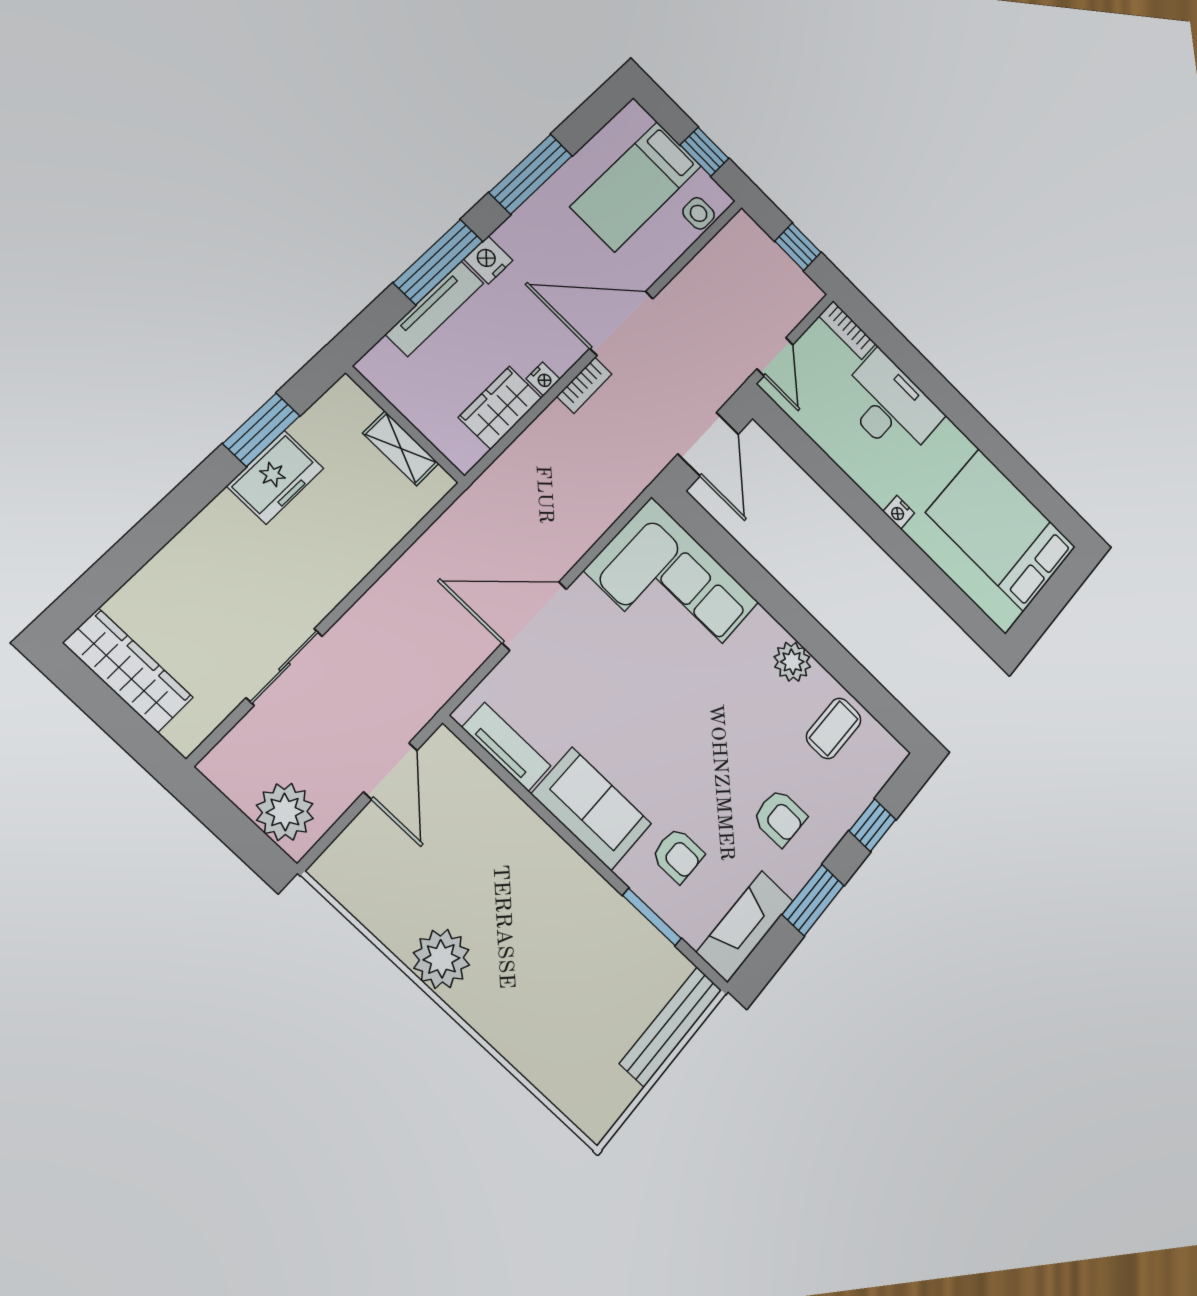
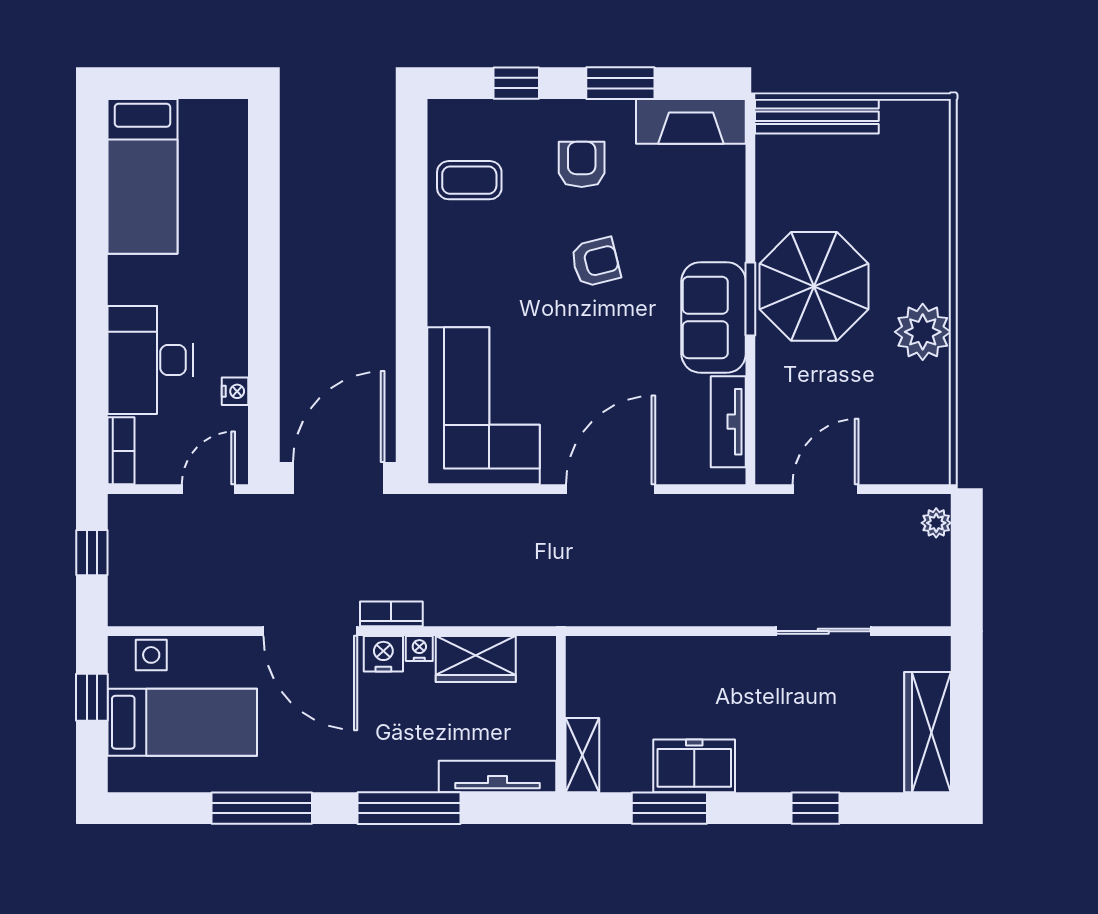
nightstand: (488, 260) -> (383, 654), moved, turned 180
tv unit: (435, 309) -> (498, 776), moved
door: (708, 444) -> (339, 478), width x1.36
shelving: (401, 448) -> (582, 755), moved
nightstand: (899, 512) -> (235, 391), moved
bed: (1001, 530) -> (142, 176), width x0.67
window: (154, 531) -> (816, 808), added
door: (534, 616) -> (611, 489), swing flipped
plant: (792, 662) -> (449, 259), removed
plant: (285, 812) -> (936, 523), width x0.53, depth x0.53
armchair: (678, 855) -> (596, 262), moved, turned 76
parasol: (549, 906) -> (814, 286), added
window: (652, 917) -> (750, 299), moved

